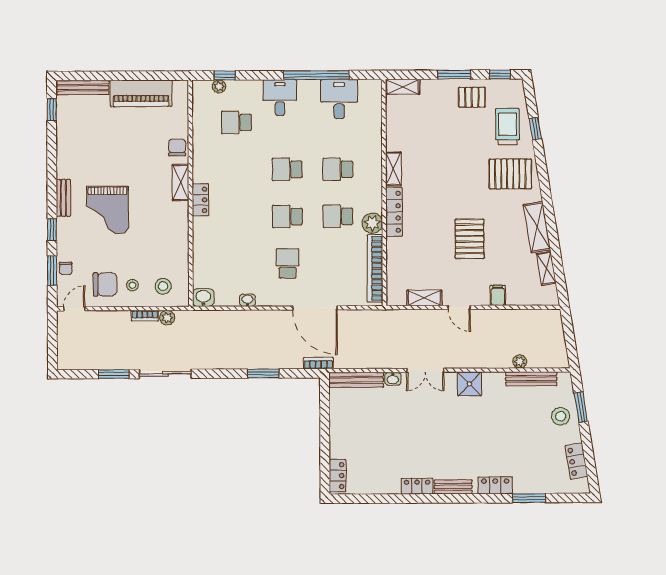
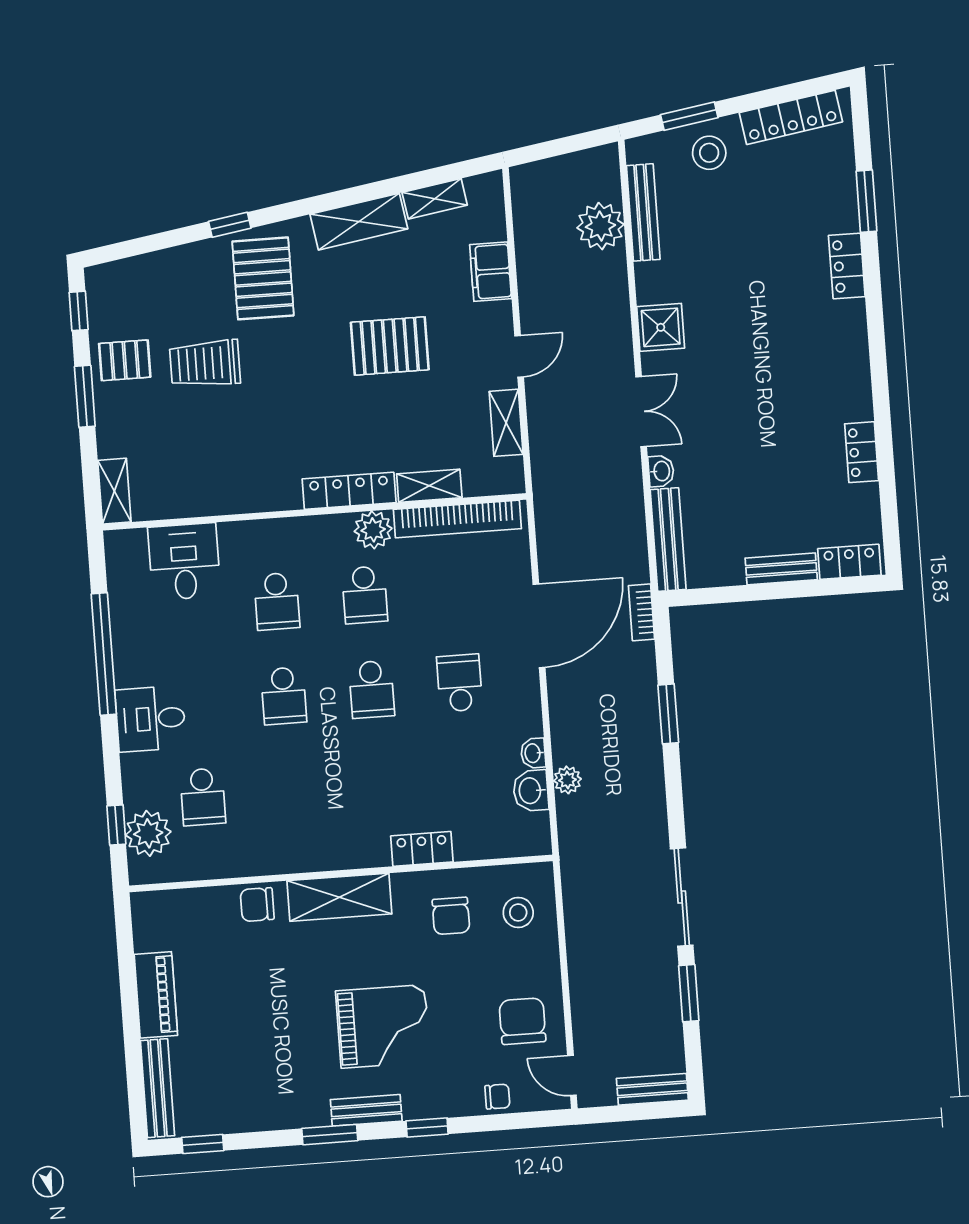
plant: (219, 86) -> (148, 833), width x1.88, depth x1.88
piano: (141, 93) -> (156, 995), width x0.73, depth x0.75
pallet: (472, 97) -> (125, 360), turned 90
desk: (339, 99) -> (184, 562), moved, turned 90
trolley: (507, 127) -> (205, 364), moved
window: (535, 129) -> (230, 225), moved
shelving: (393, 169) -> (429, 486), moved
shelving: (181, 182) -> (339, 897), width x1.50, depth x1.33
locker: (200, 200) -> (422, 849), moved
chair: (164, 250) -> (451, 916), added
school desk: (288, 264) -> (460, 683), turned 90
window: (52, 271) -> (330, 1135), moved
stool: (132, 285) -> (520, 970), removed
filing cabinet: (498, 295) -> (491, 272), width x2.00
washbasin: (203, 298) -> (531, 791), moved
bookcase: (145, 316) -> (576, 943), removed
plant: (167, 318) -> (567, 780), moved
bench: (64, 351) -> (652, 1089), added
plant: (520, 361) -> (600, 226), width x1.88, depth x1.88
locker: (576, 461) -> (791, 117), width x1.53
locker: (417, 486) -> (862, 452), moved
bench: (453, 487) -> (781, 569), moved, turned 90

